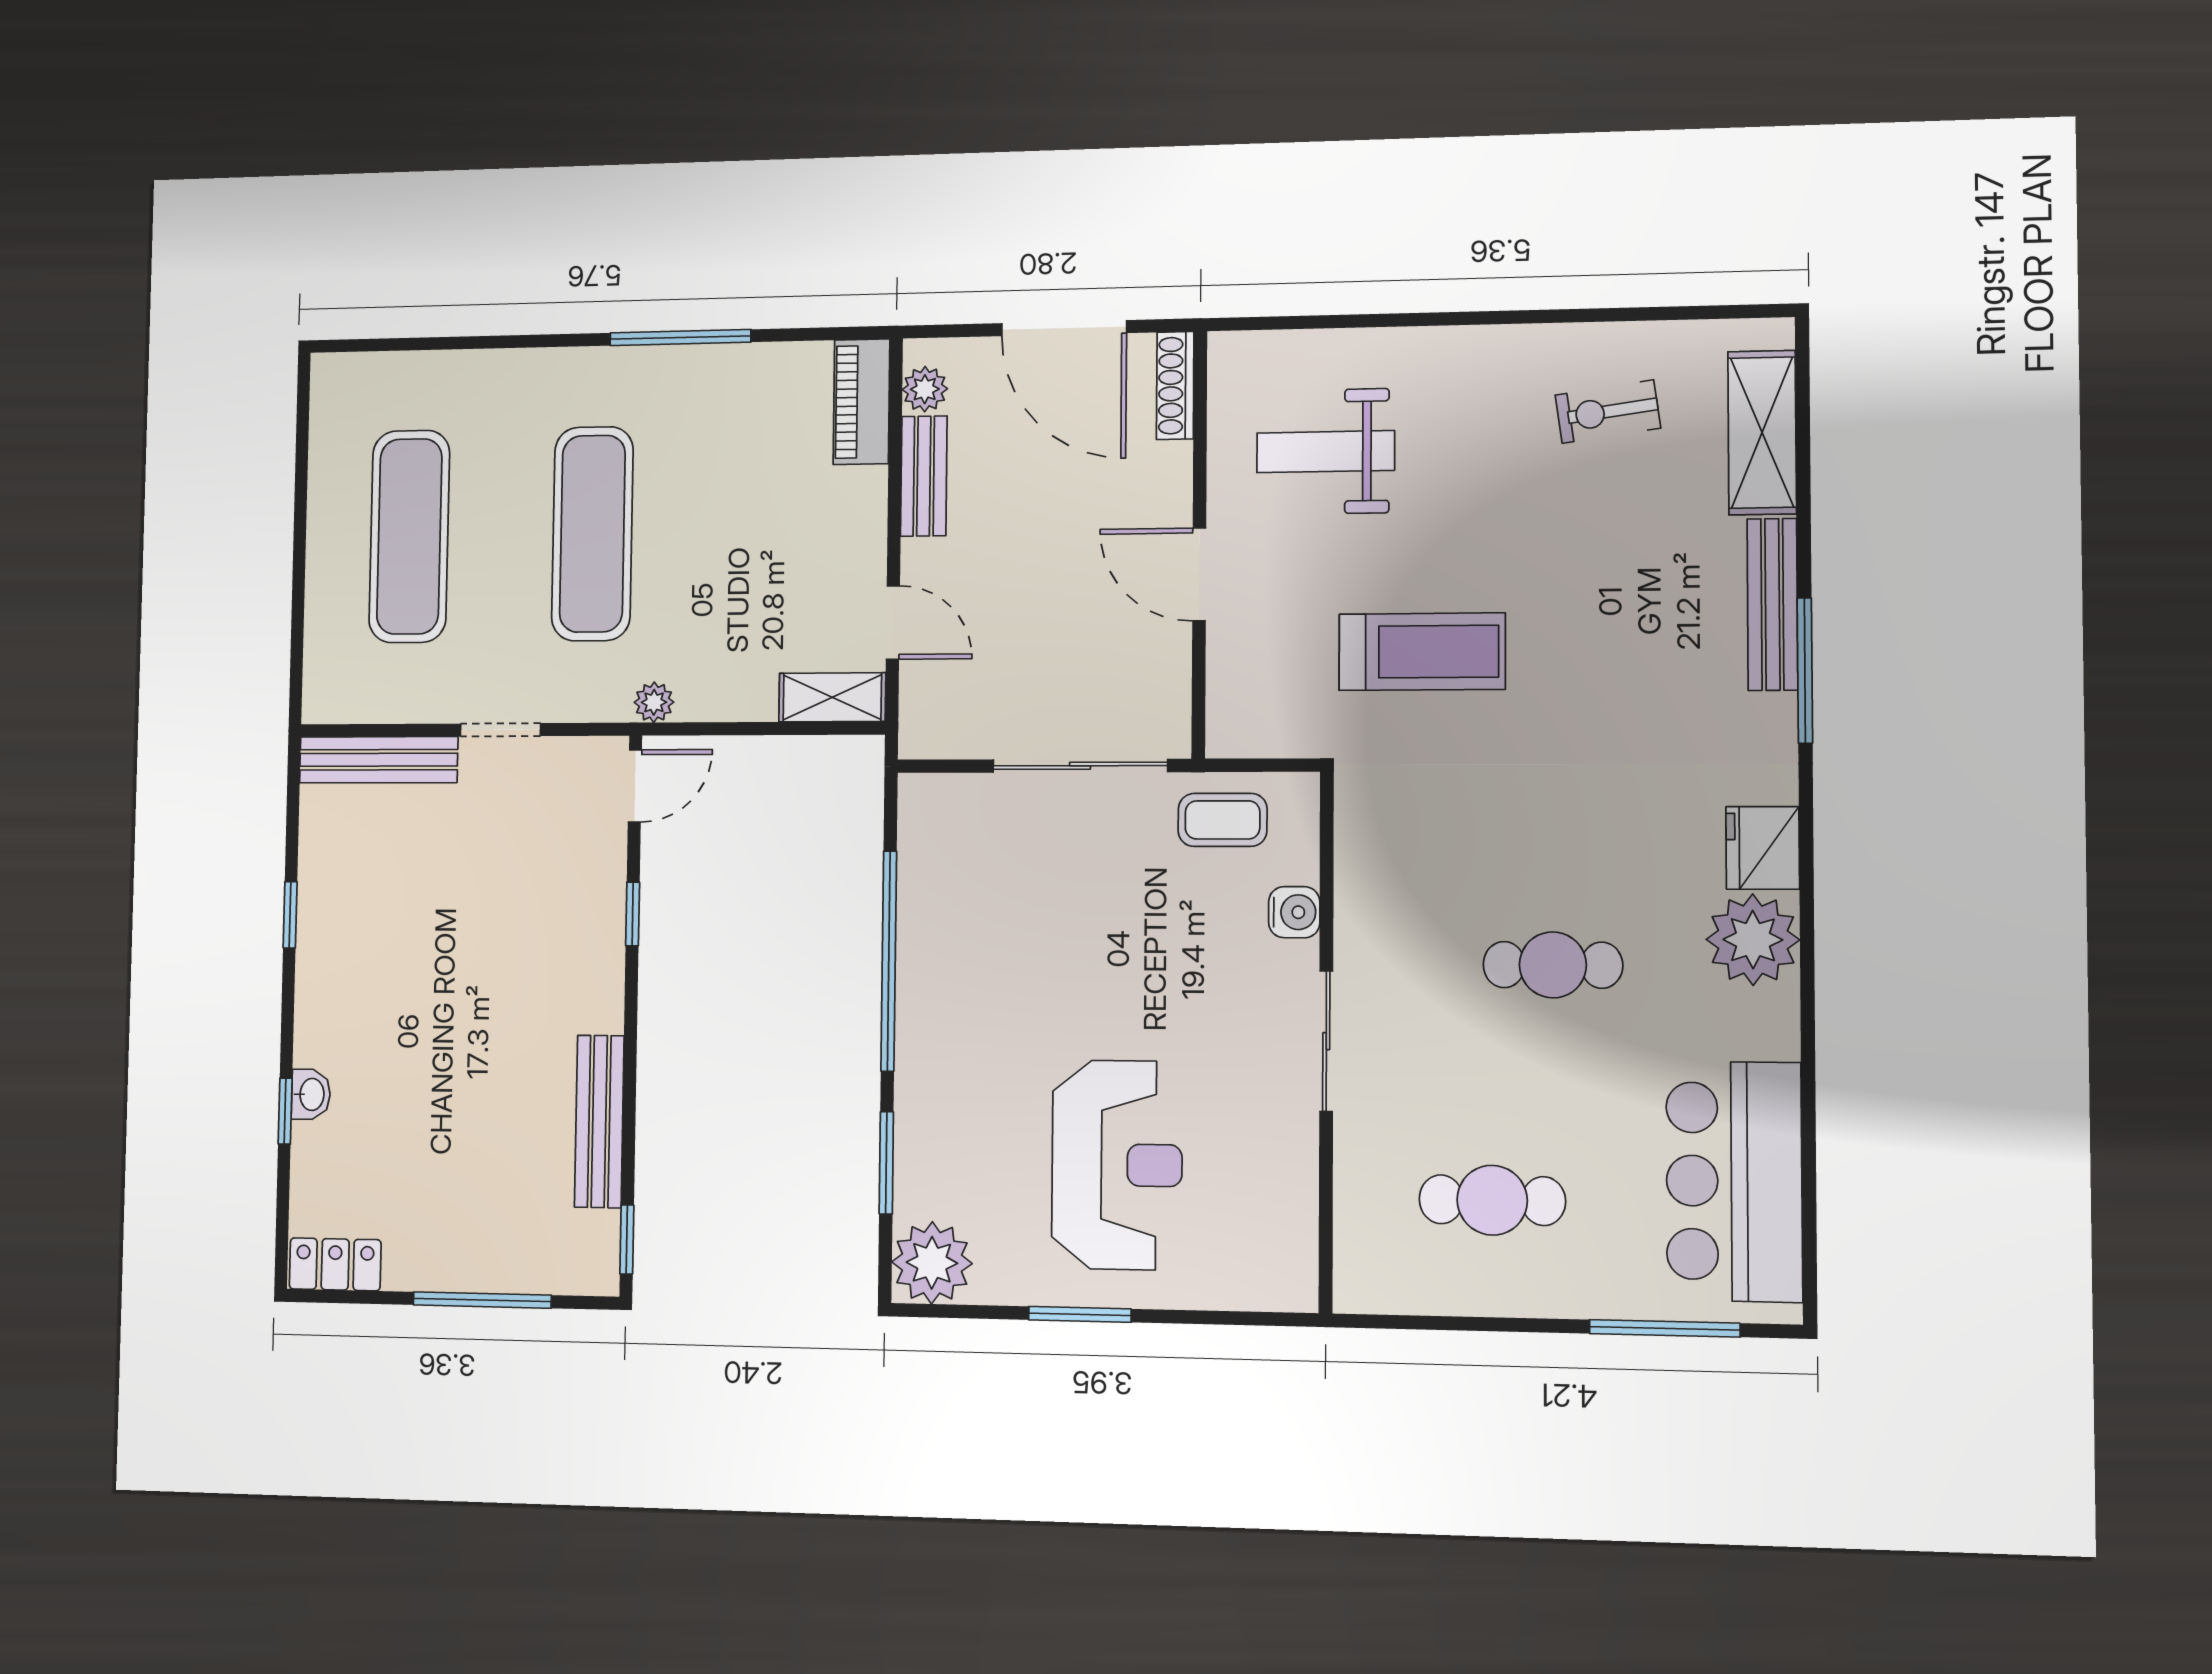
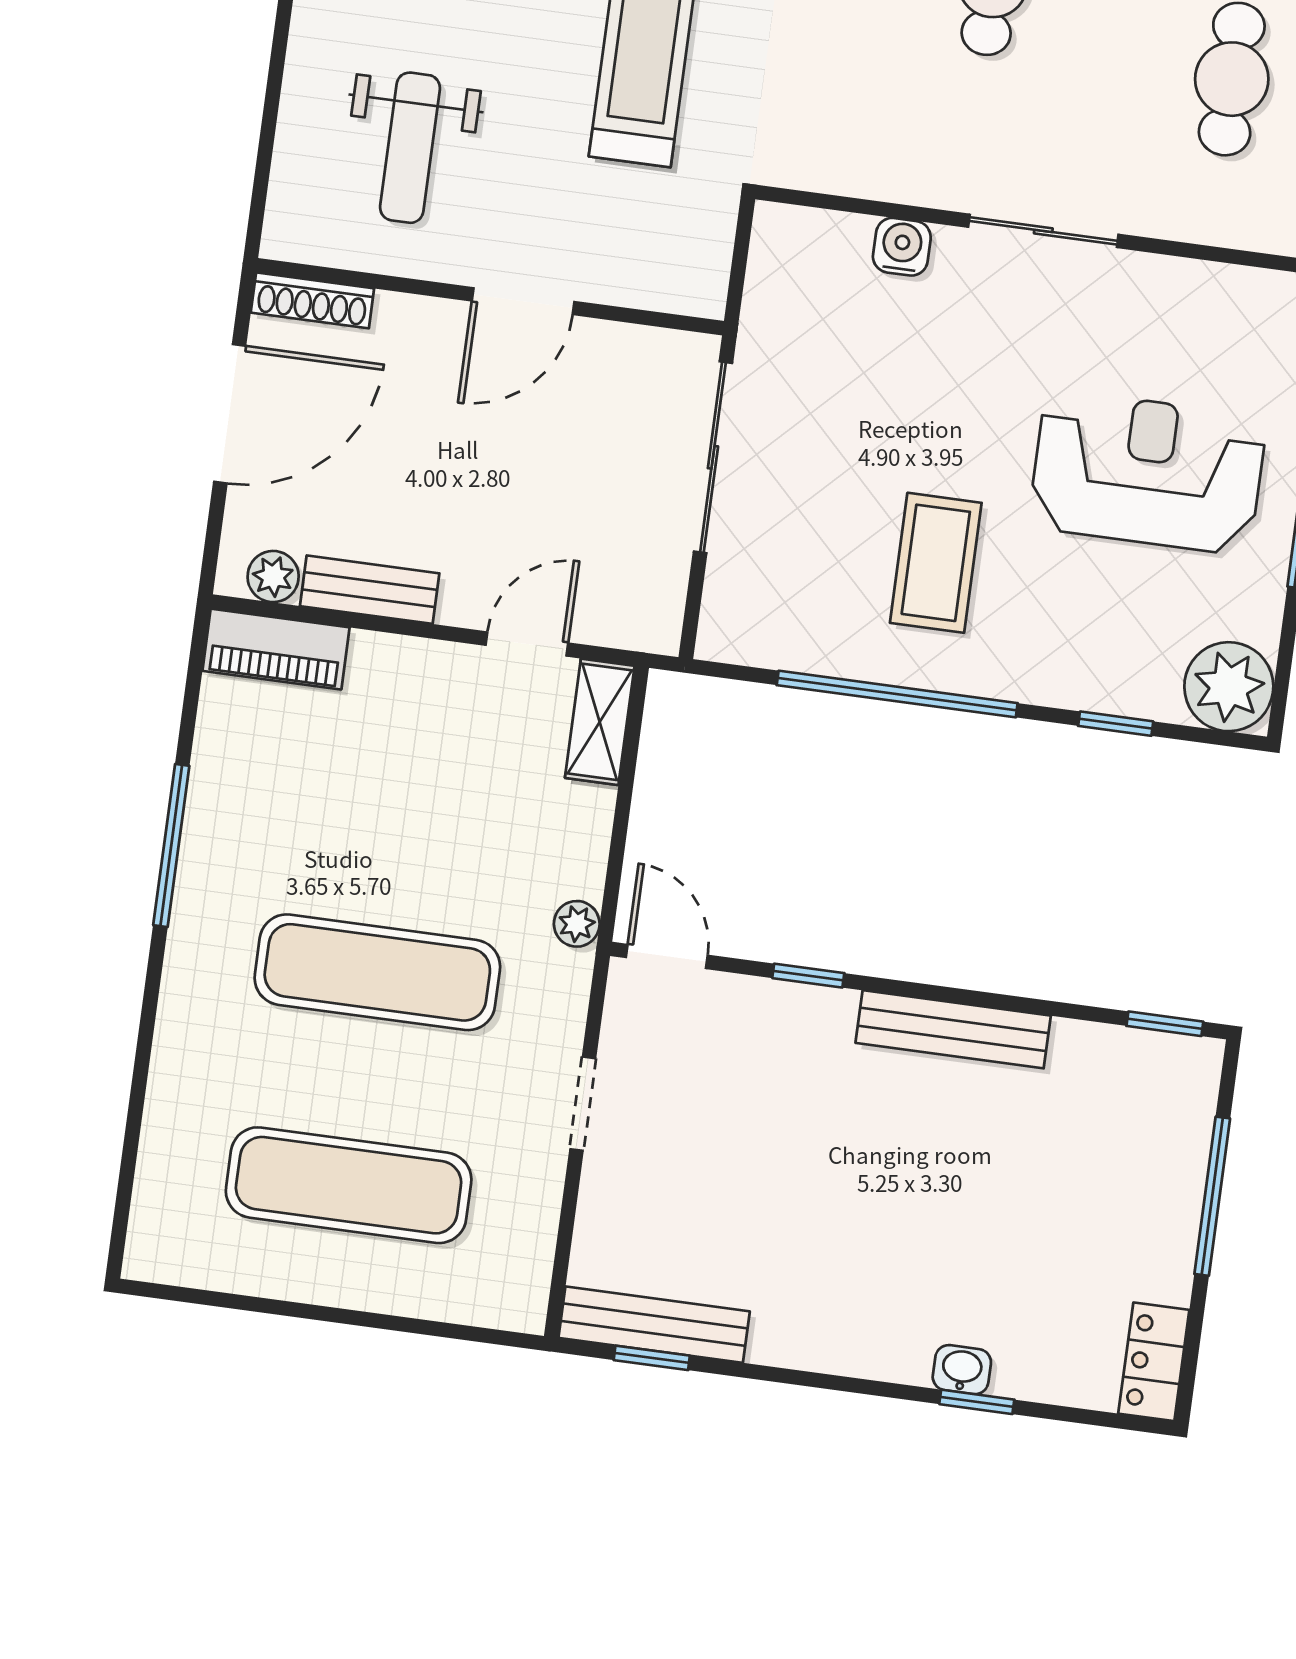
bench: (379, 760) -> (654, 1325), moved, turned 90
coffee table: (1223, 820) -> (936, 563), moved, width x1.36, depth x1.30
window: (290, 915) -> (652, 1358), moved
bench: (599, 1121) -> (953, 1029), moved
window: (886, 1163) -> (1116, 724), width x0.67

